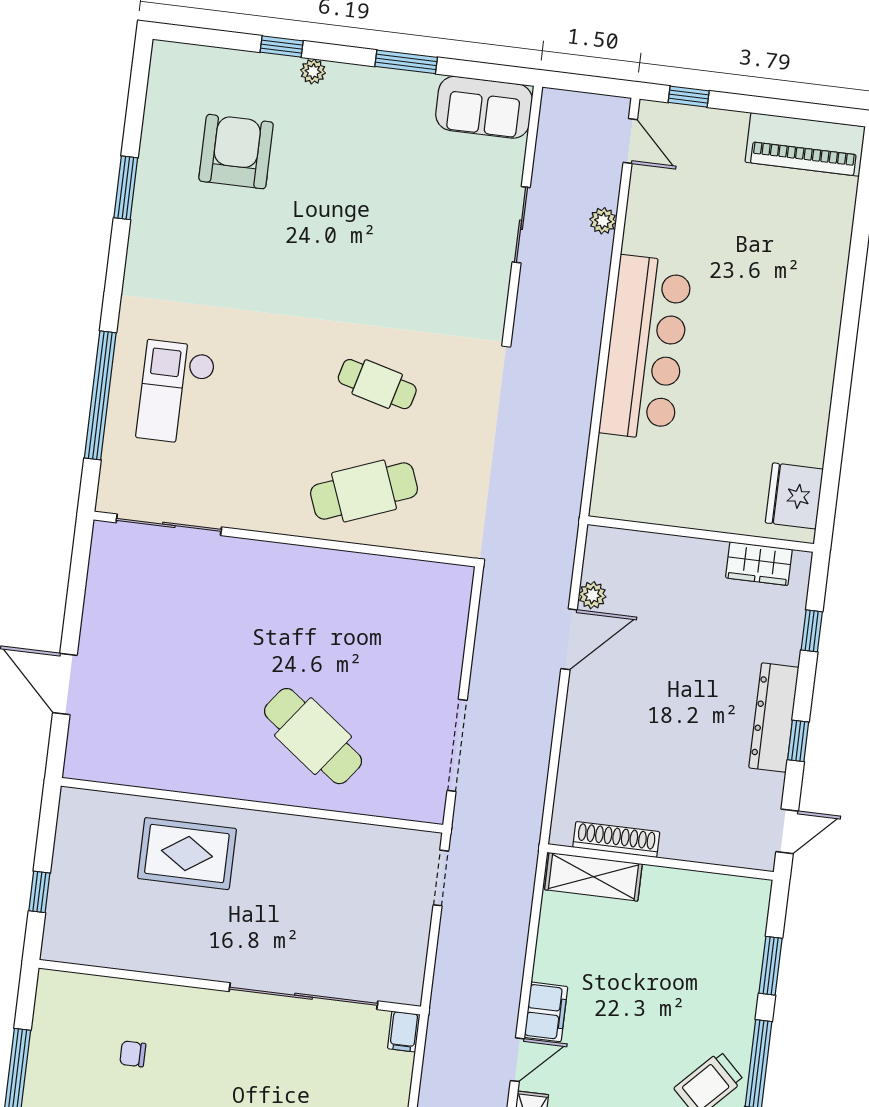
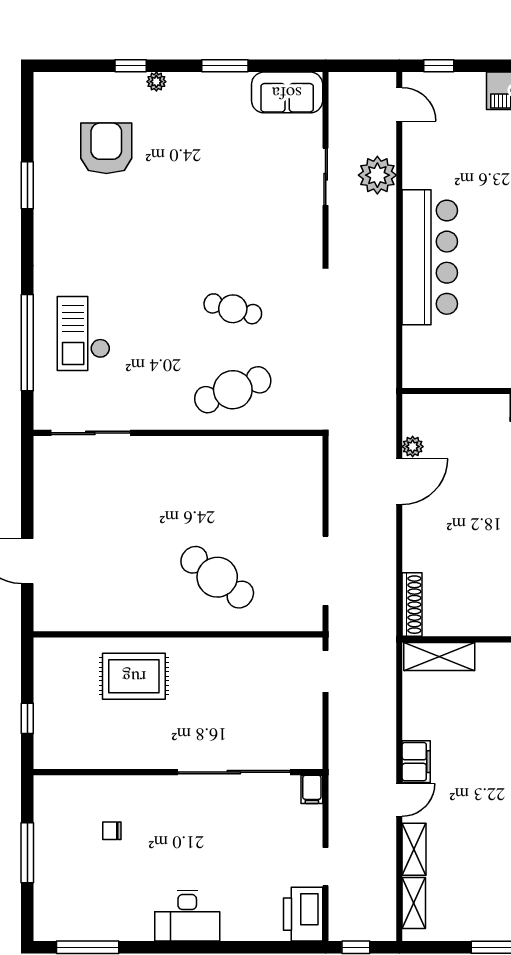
plant: (603, 221) -> (377, 175), width x1.87, depth x1.87
shoe rack: (616, 840) -> (412, 605), moved, turned 90

